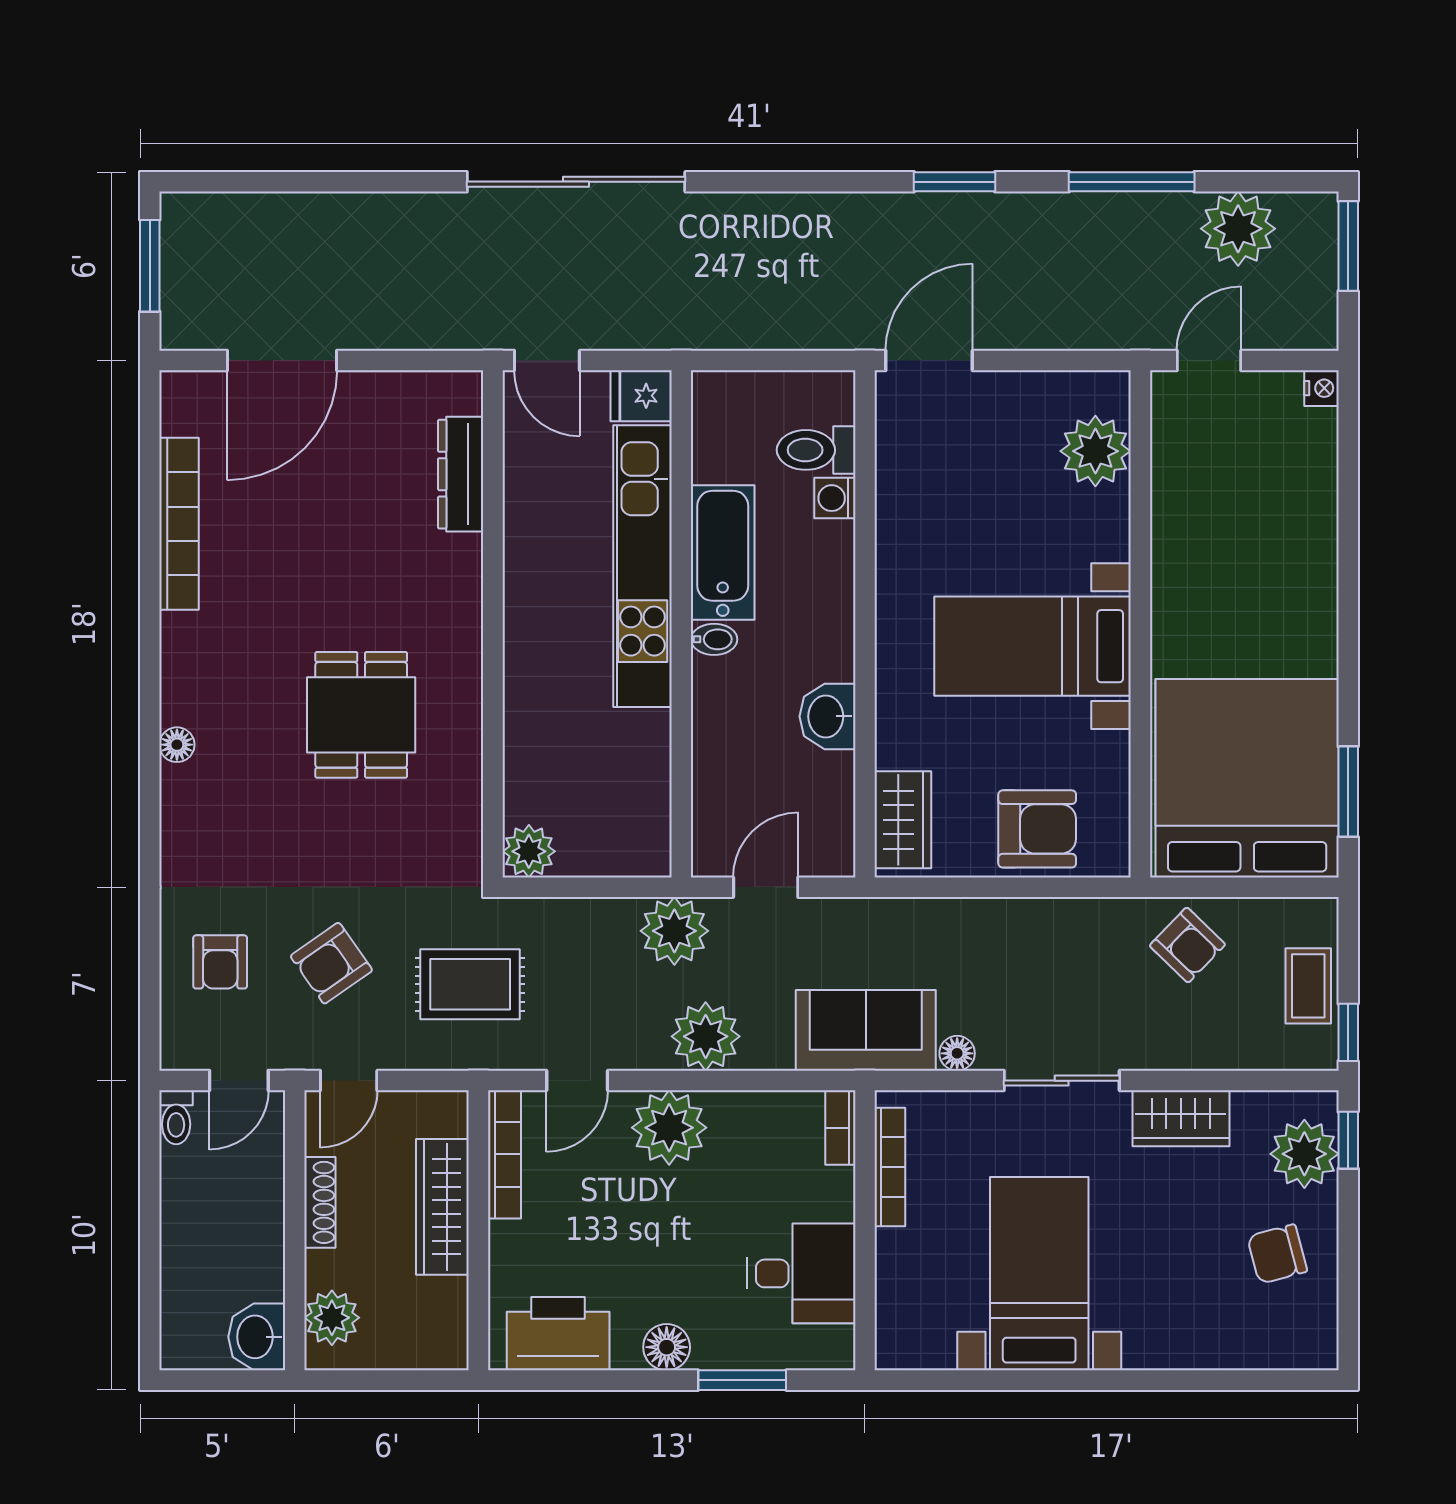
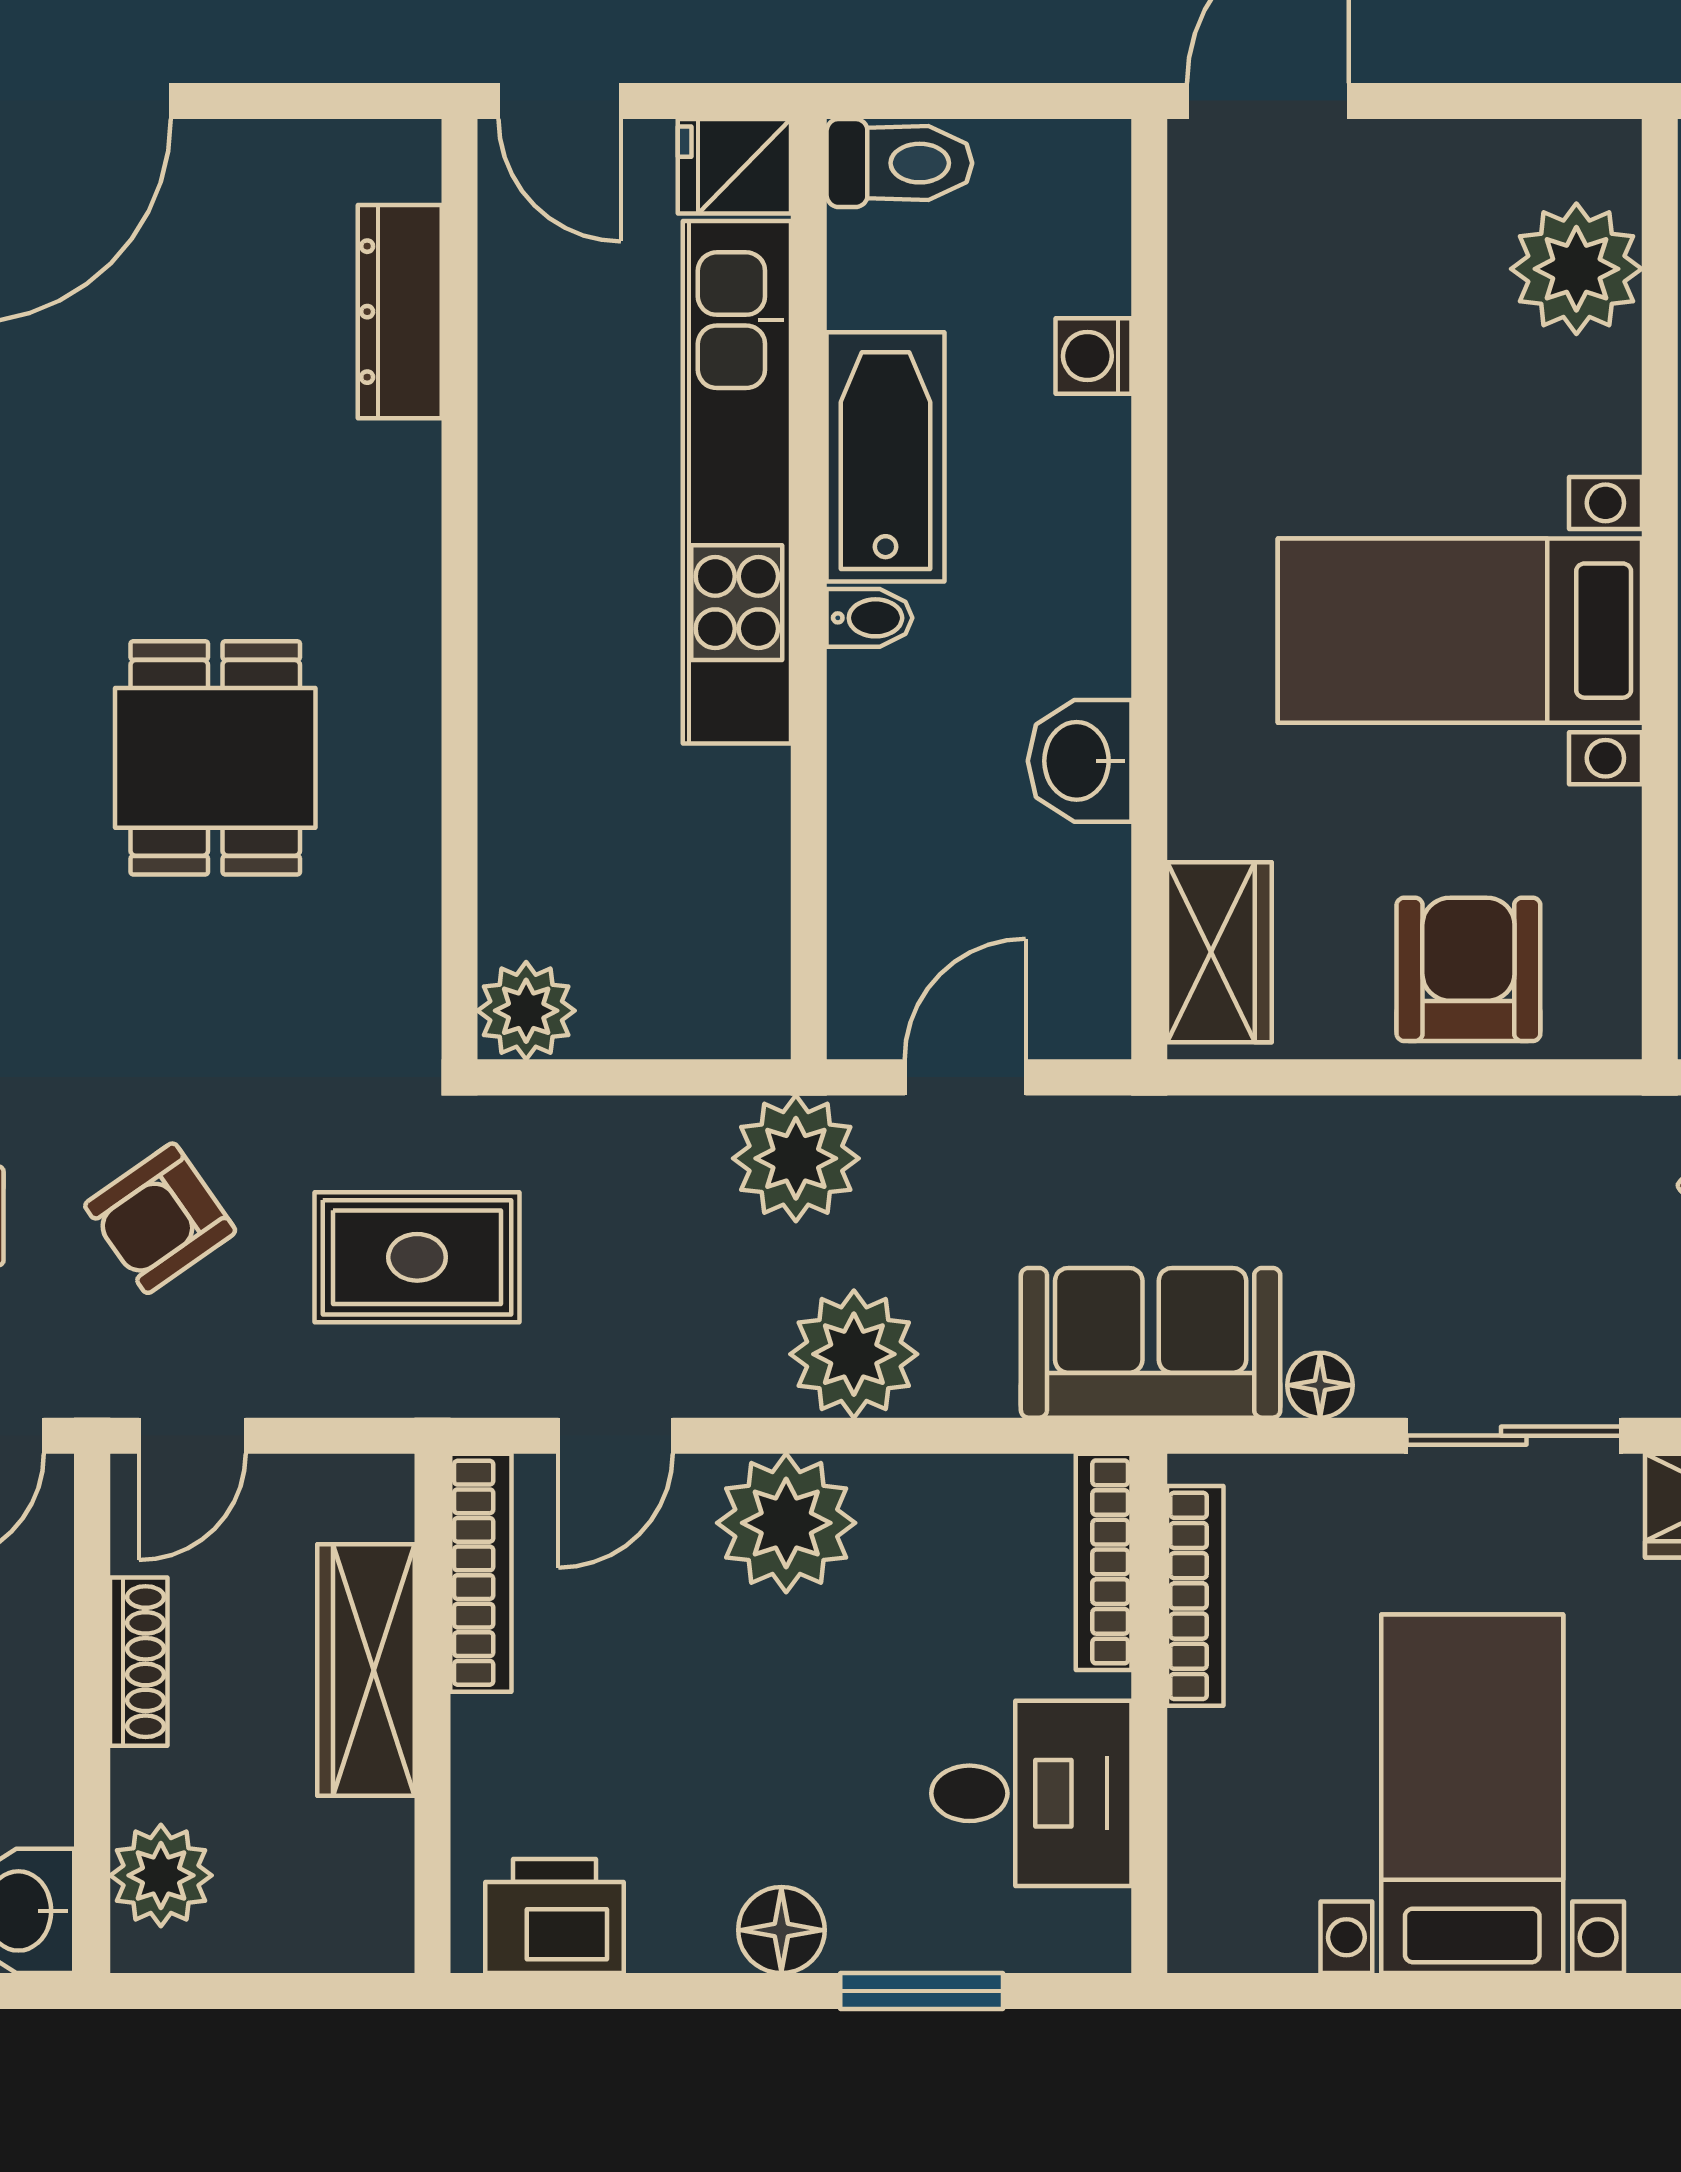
toilet: (816, 450) -> (899, 163), moved, turned 180
armchair: (1037, 829) -> (1468, 969), turned -90
bookcase: (840, 1128) -> (1104, 1562), width x1.56
printer: (558, 1334) -> (554, 1916), width x0.73, depth x0.84

